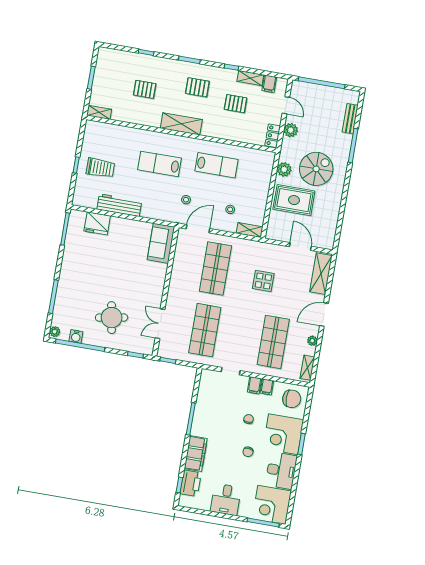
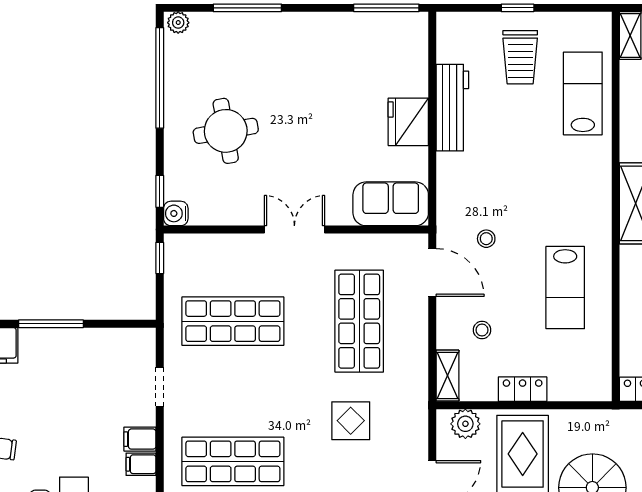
lab bench: (160, 164) -> (583, 93), moved
plant: (284, 169) -> (465, 424), moved
locker: (262, 195) -> (523, 389), added
fridge: (97, 223) -> (408, 122), moved
shop shelf: (215, 269) -> (359, 321), turned 90
double door: (160, 324) -> (294, 230), moved
water cooler: (76, 336) -> (176, 213), moved
chair: (249, 419) -> (71, 439), removed

